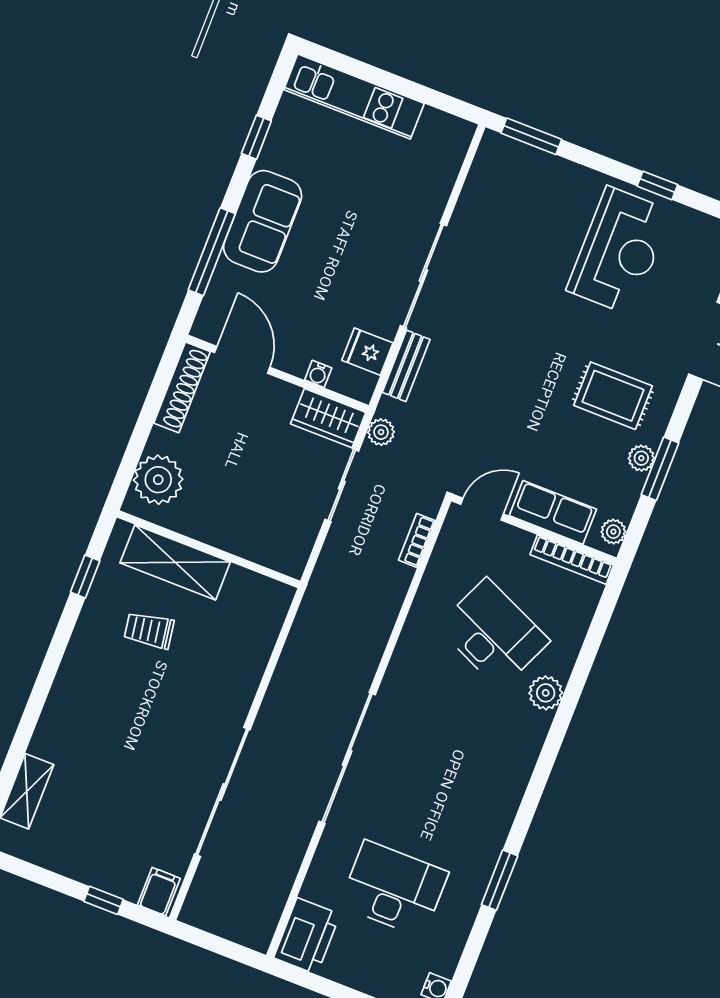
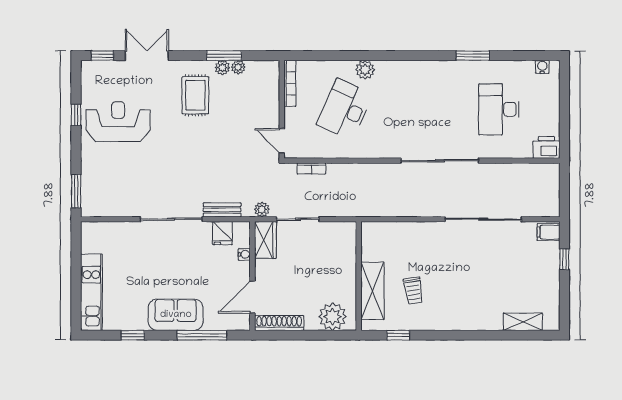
row of seats: (553, 512) -> (269, 103), removed
plant: (613, 532) -> (238, 67), moved
printer: (307, 936) -> (546, 147), width x0.73, depth x0.84

